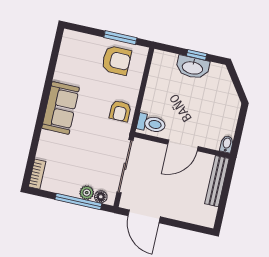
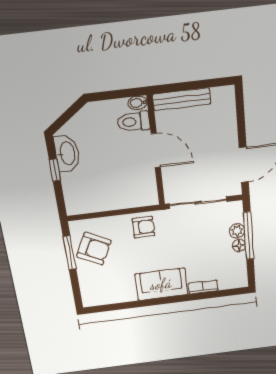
armchair: (116, 60) -> (94, 249), turned 117
washbasin: (193, 67) -> (67, 153), moved
toilet: (151, 124) -> (134, 122), moved, turned -90
bookcase: (37, 174) -> (203, 287), moved
floor lamp: (101, 197) -> (239, 245), moved

